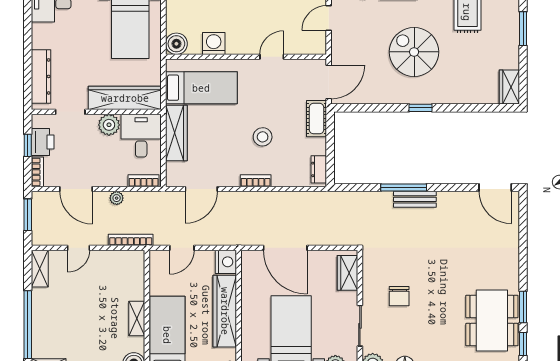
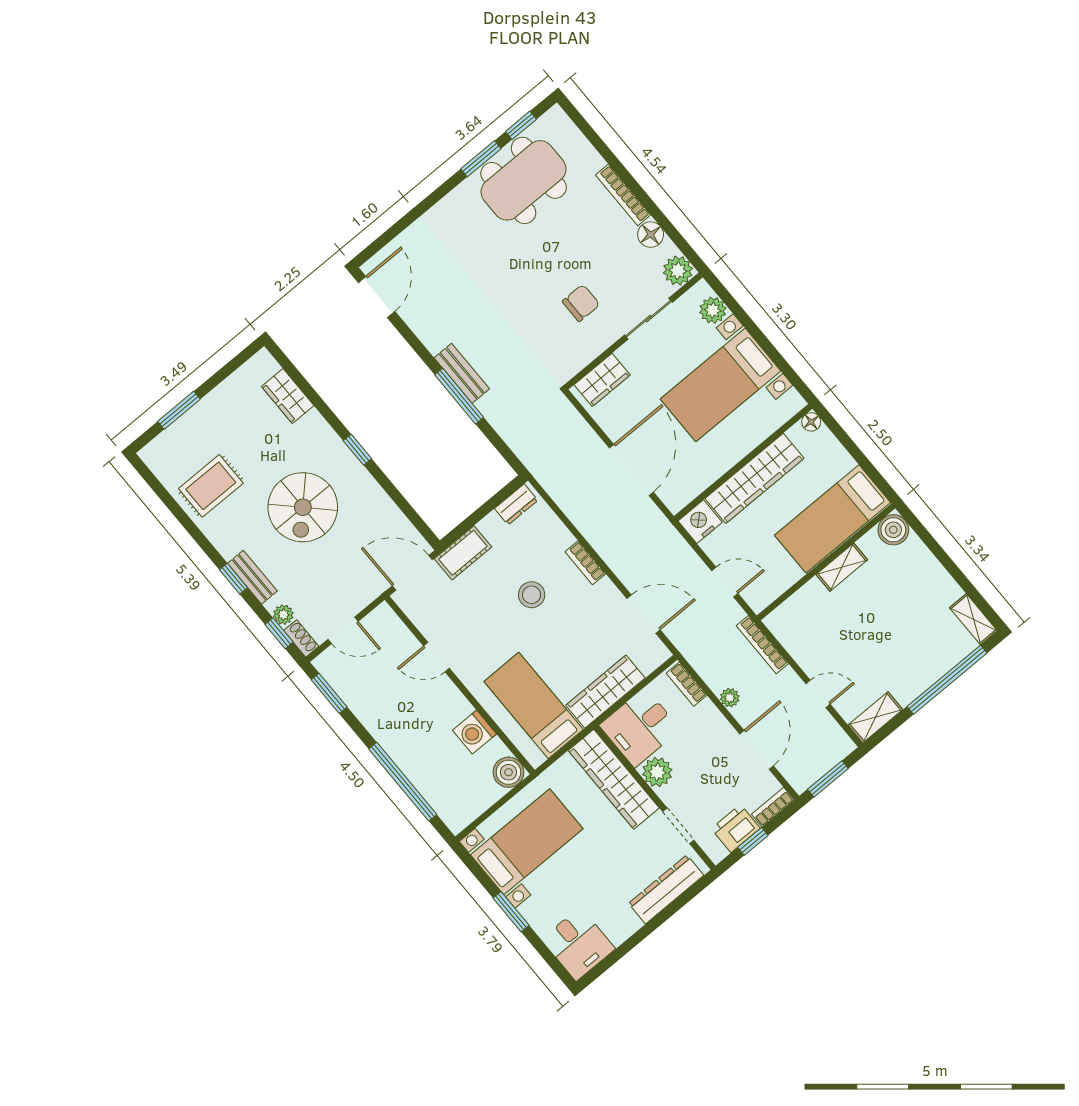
wardrobe: (509, 87) -> (288, 396), moved, turned 90

